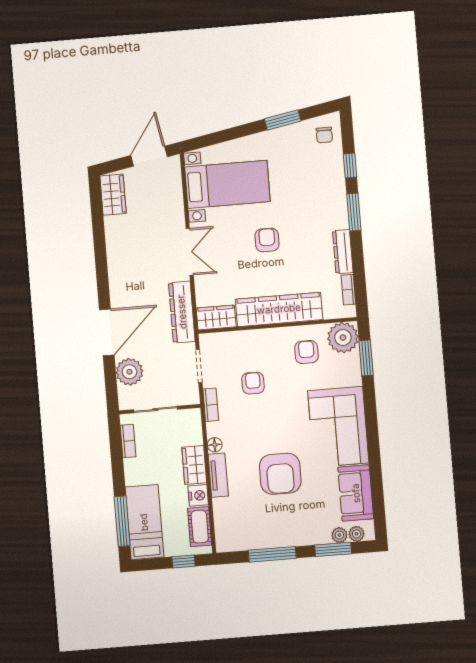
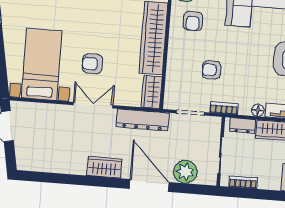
wardrobe: (113, 195) -> (104, 167), moved
armchair: (267, 240) -> (92, 64), moved
armchair: (306, 352) -> (193, 21), turned -88
dresser: (194, 430) -> (242, 126), added

